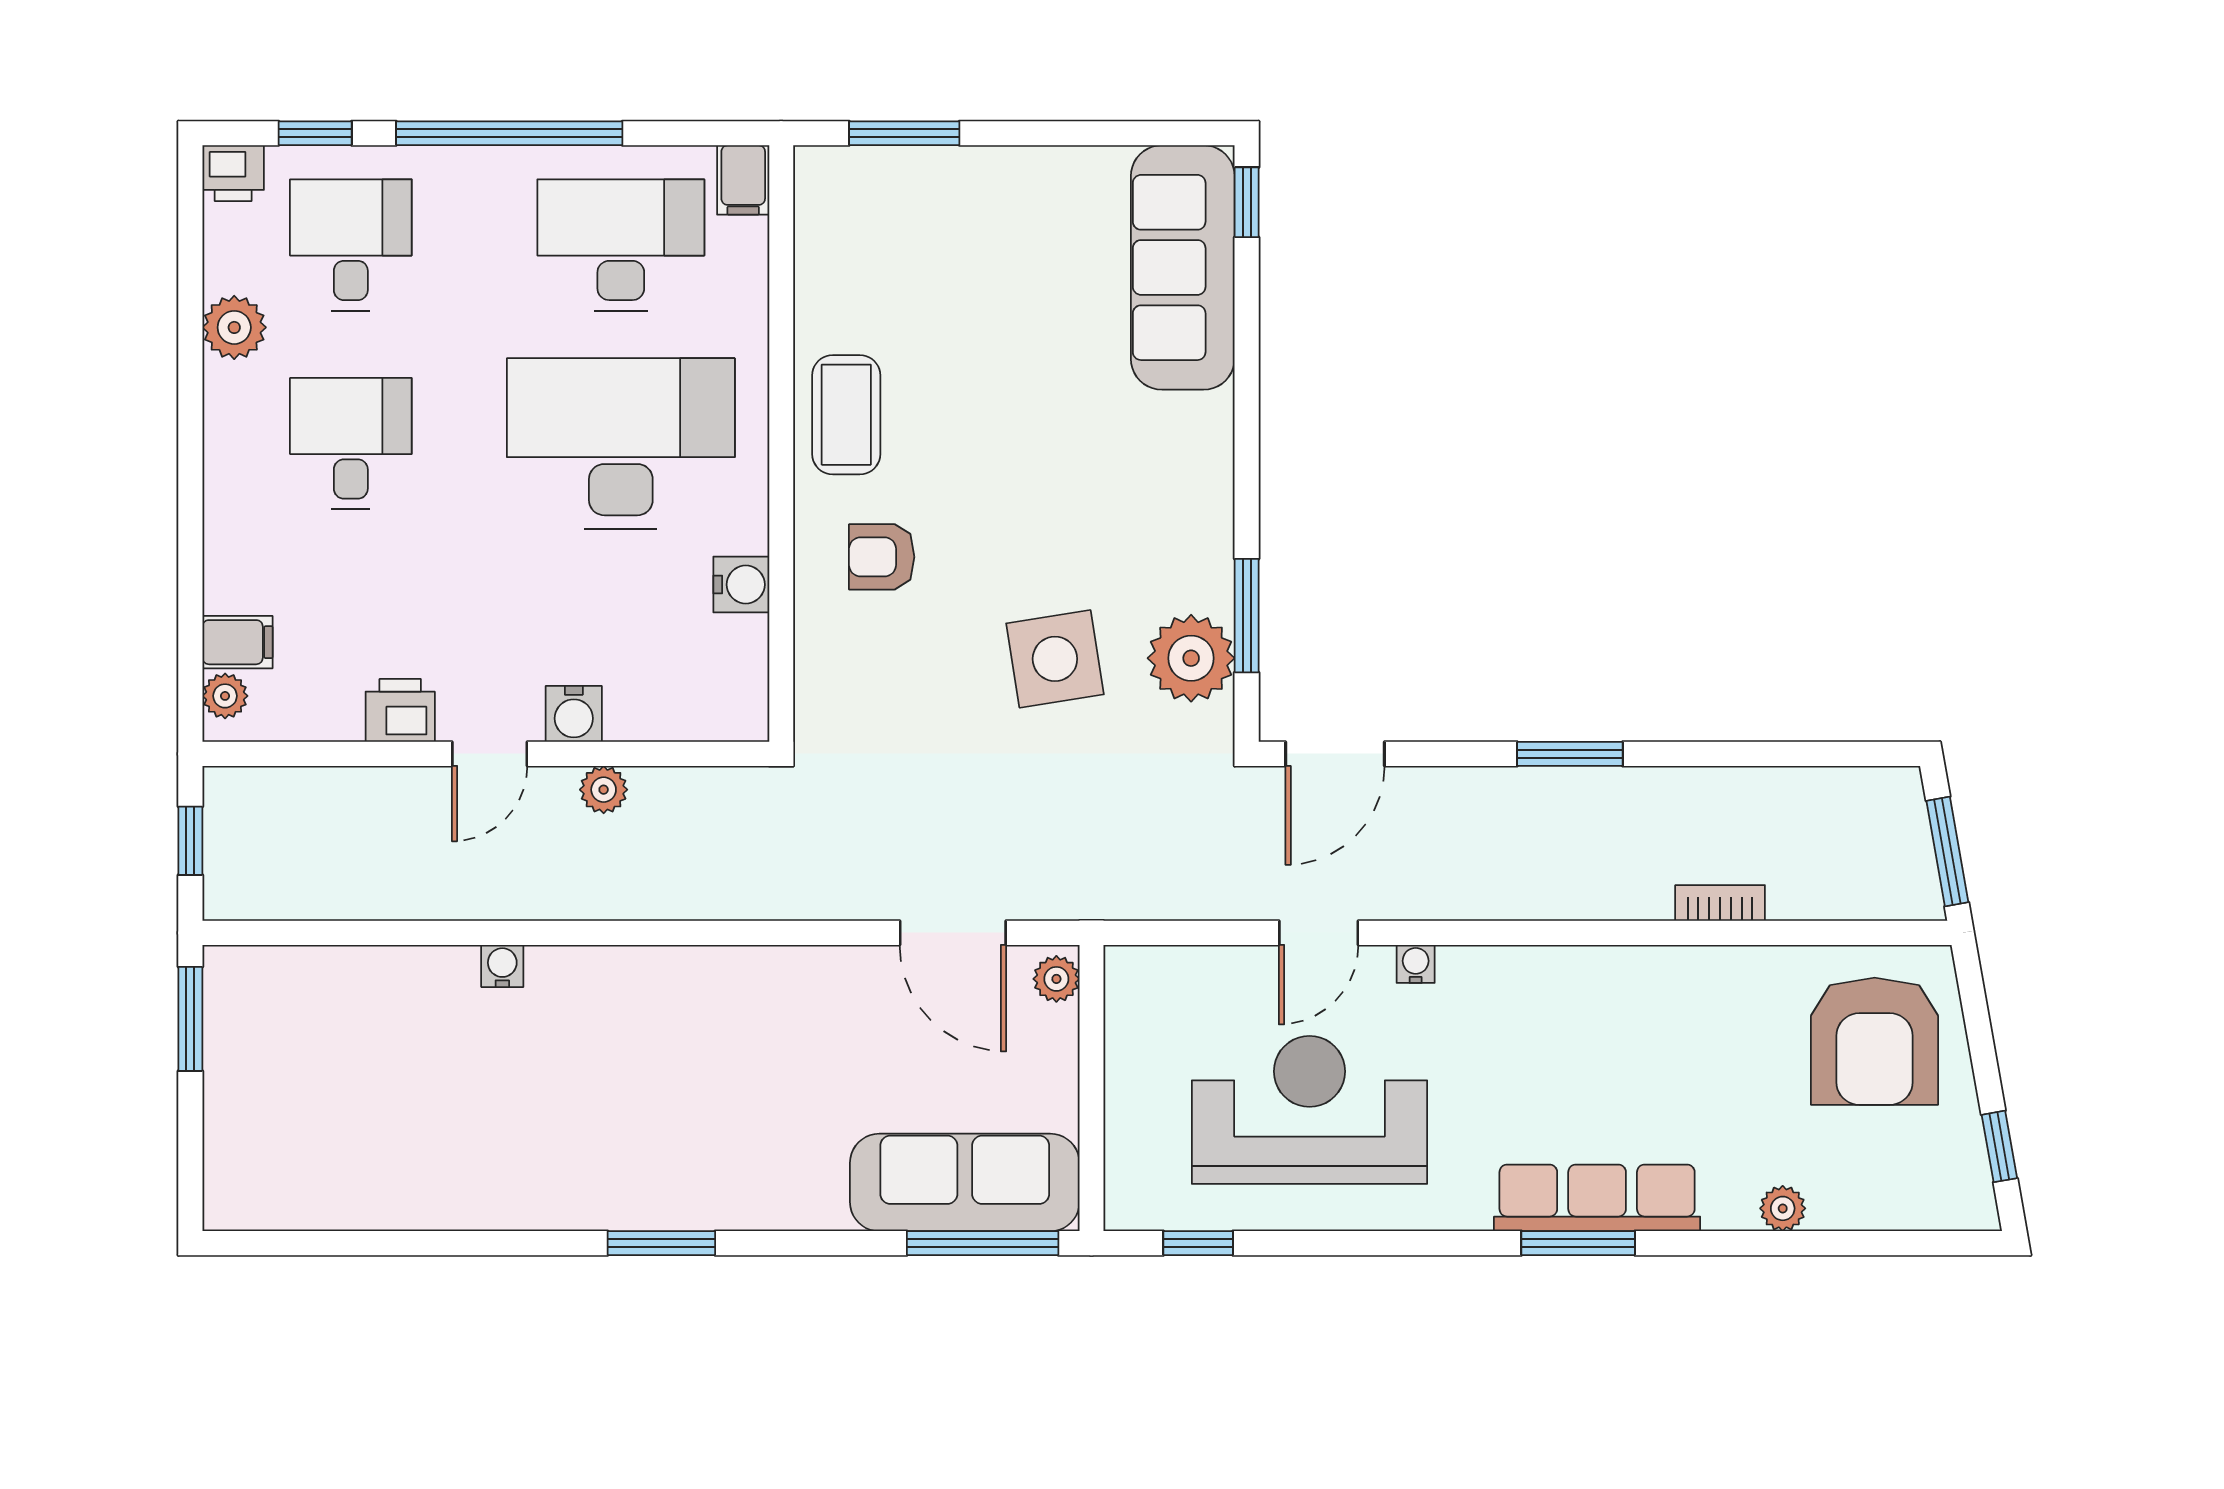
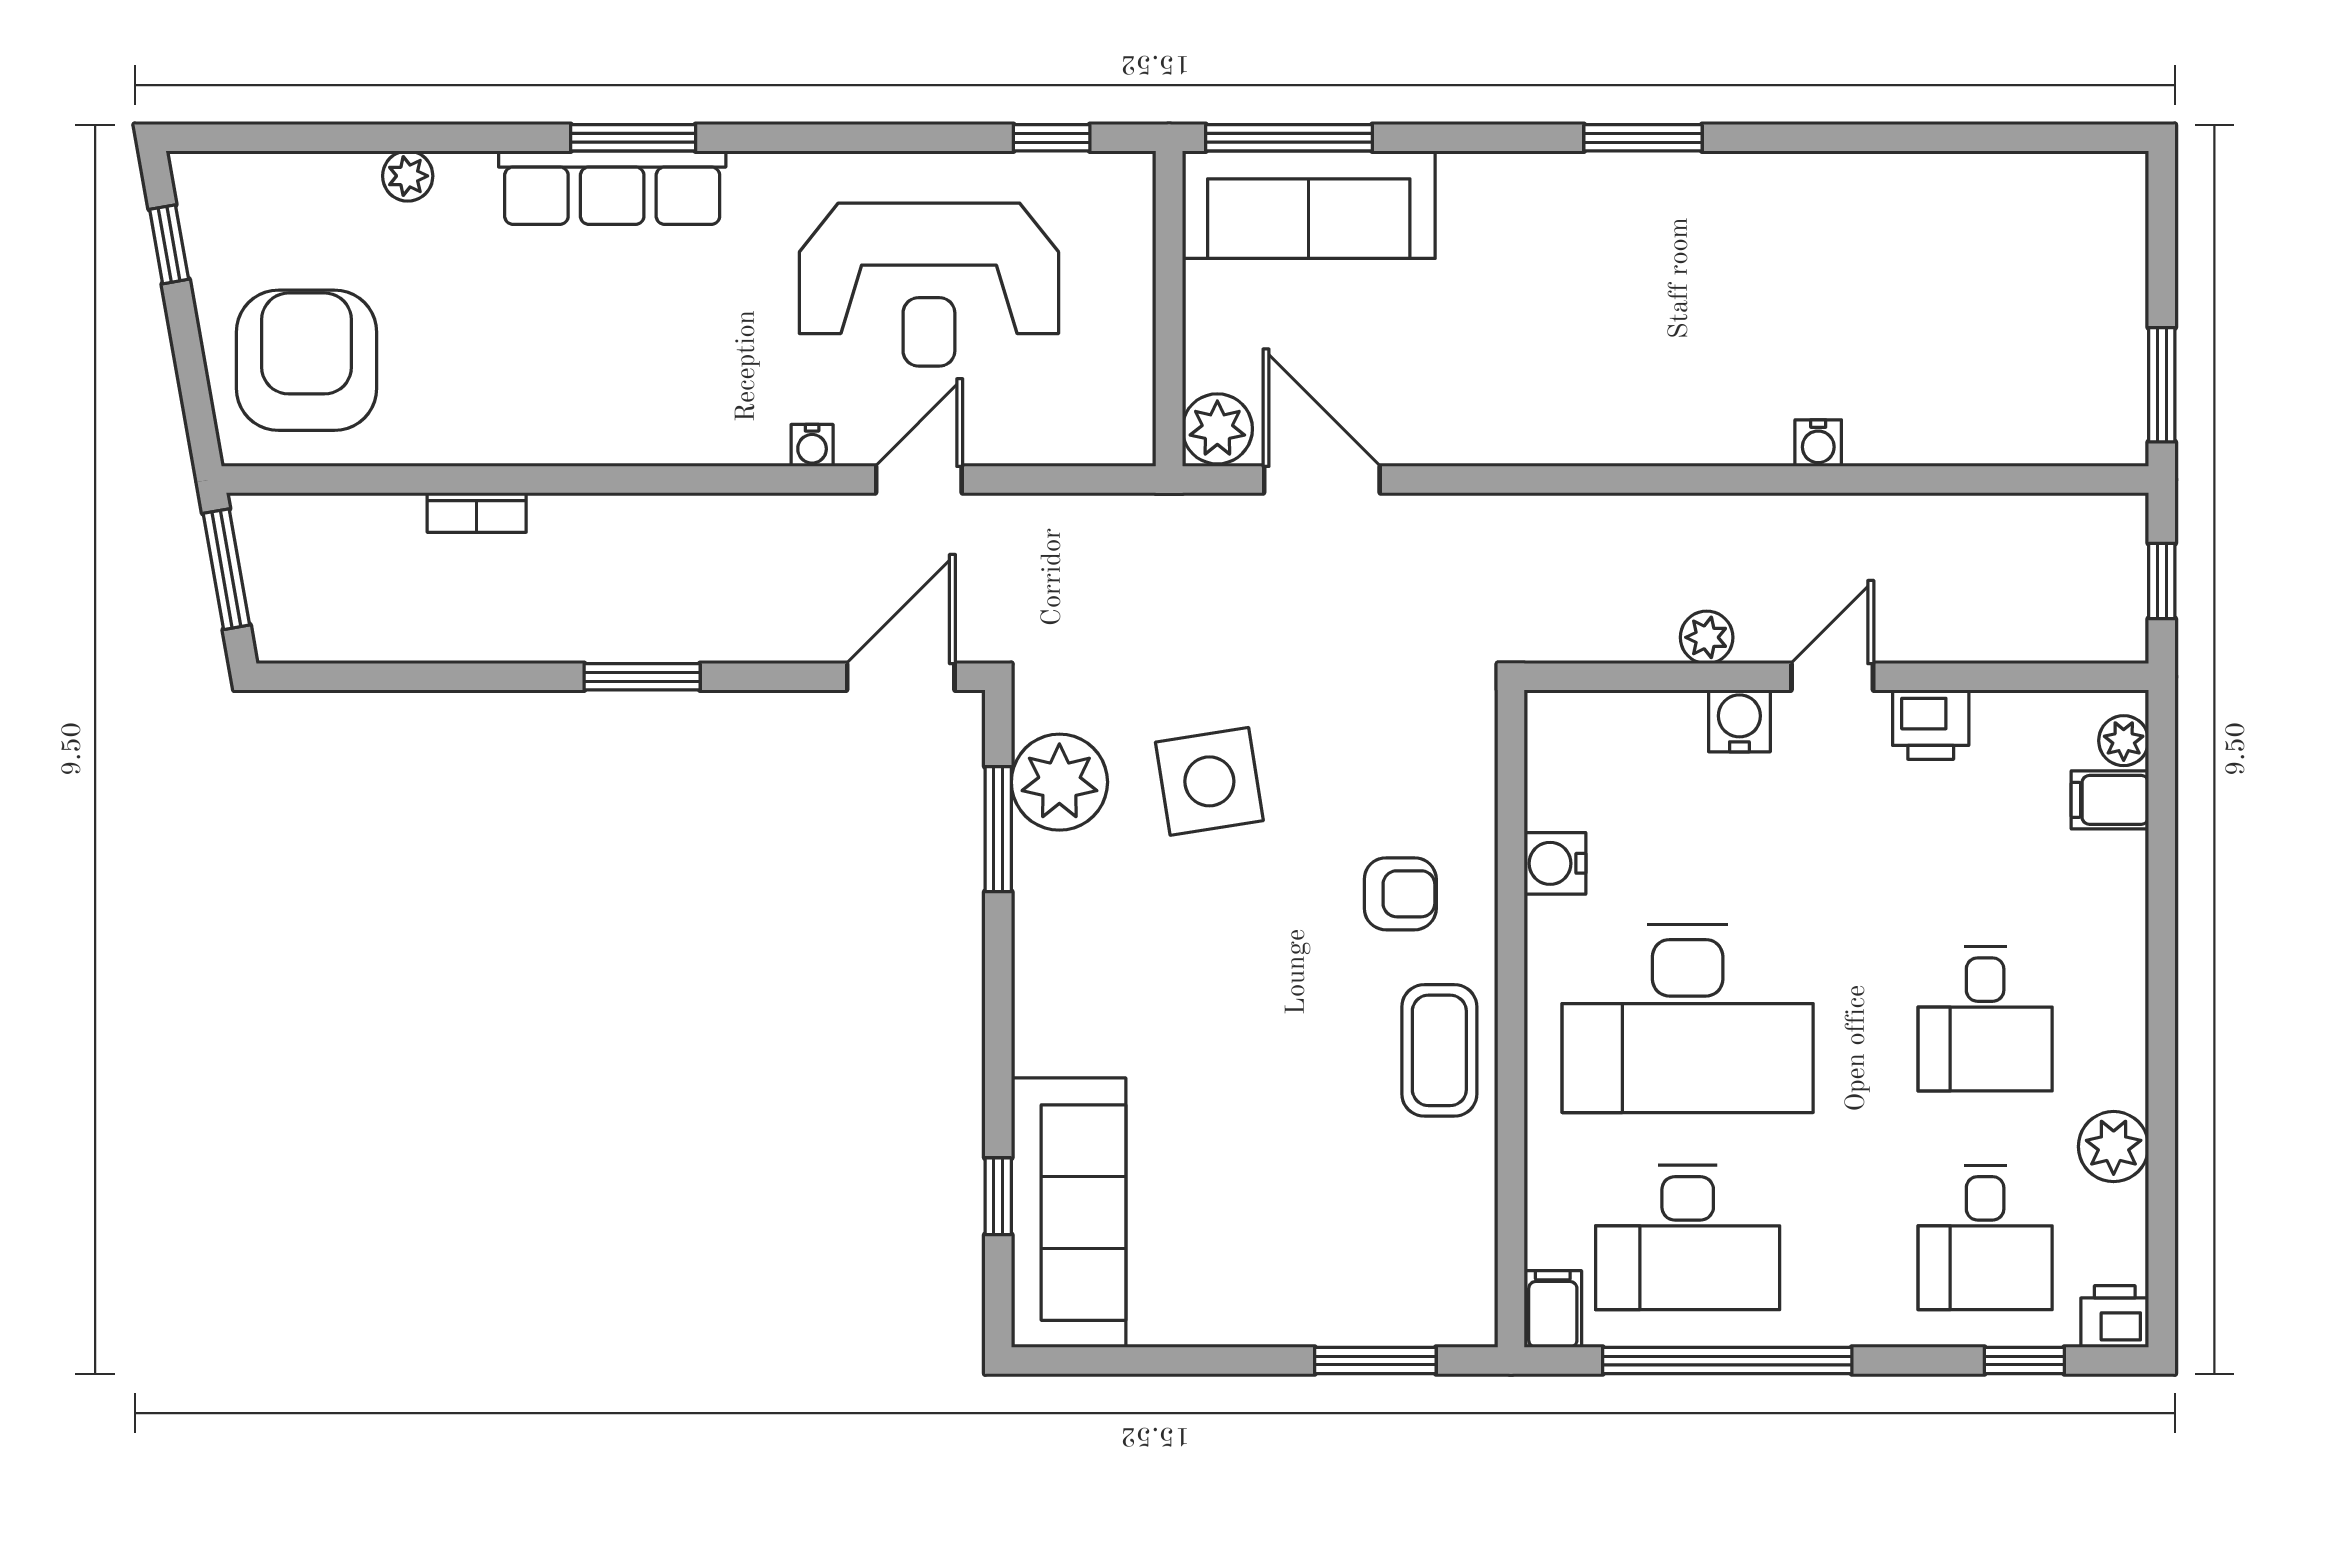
window: (509, 133) -> (1727, 1360), moved
window: (1247, 202) -> (998, 1196), moved
plant: (1056, 979) -> (1217, 429), width x1.38, depth x1.38

